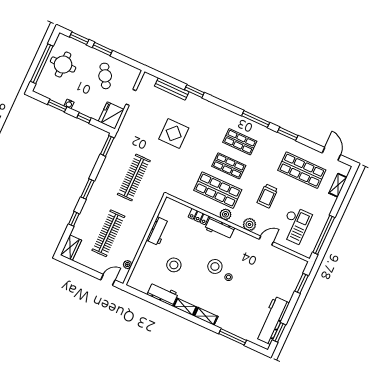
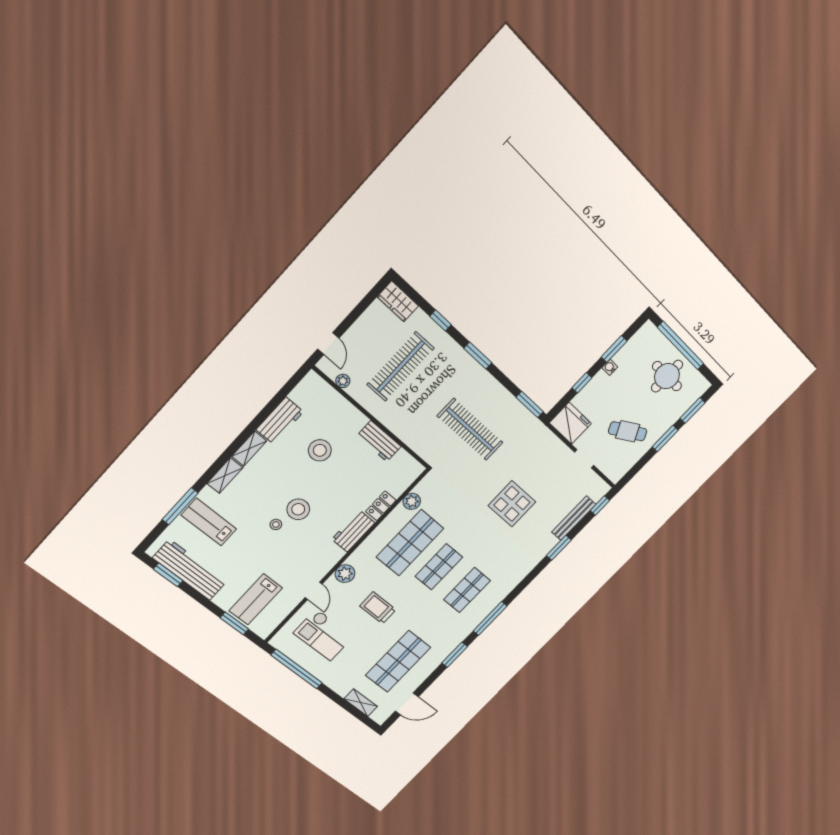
window: (159, 75) -> (600, 506), added
plant: (225, 214) -> (412, 501), moved
clothes rail: (108, 233) -> (401, 366), turned 90
lab bench: (282, 275) -> (256, 599), added
lab bench: (238, 317) -> (209, 522), added

